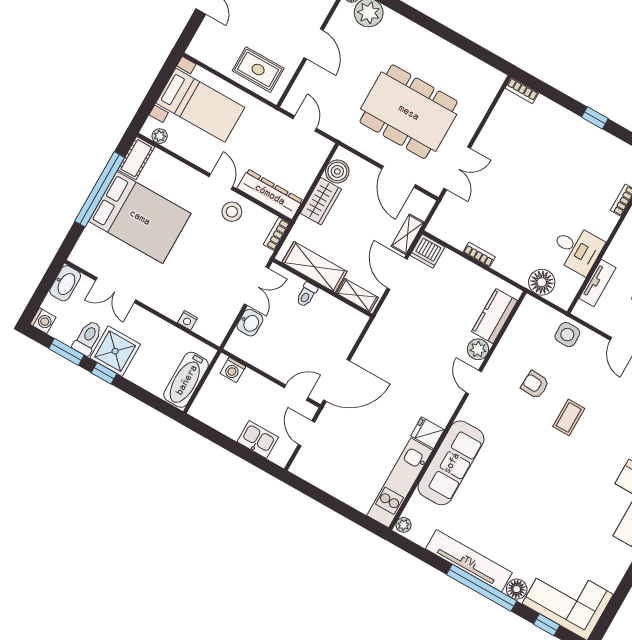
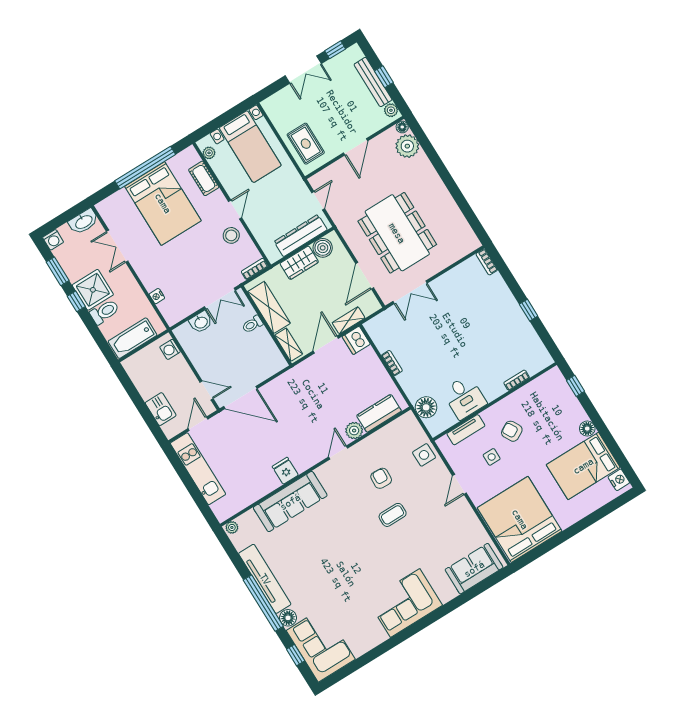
cot: (136, 158) -> (204, 178), moved, turned 90
dresser: (270, 194) -> (301, 236), moved, turned -90
toilet: (88, 338) -> (105, 312), moved
kitchen unit: (400, 483) -> (198, 469), moved, turned 90

